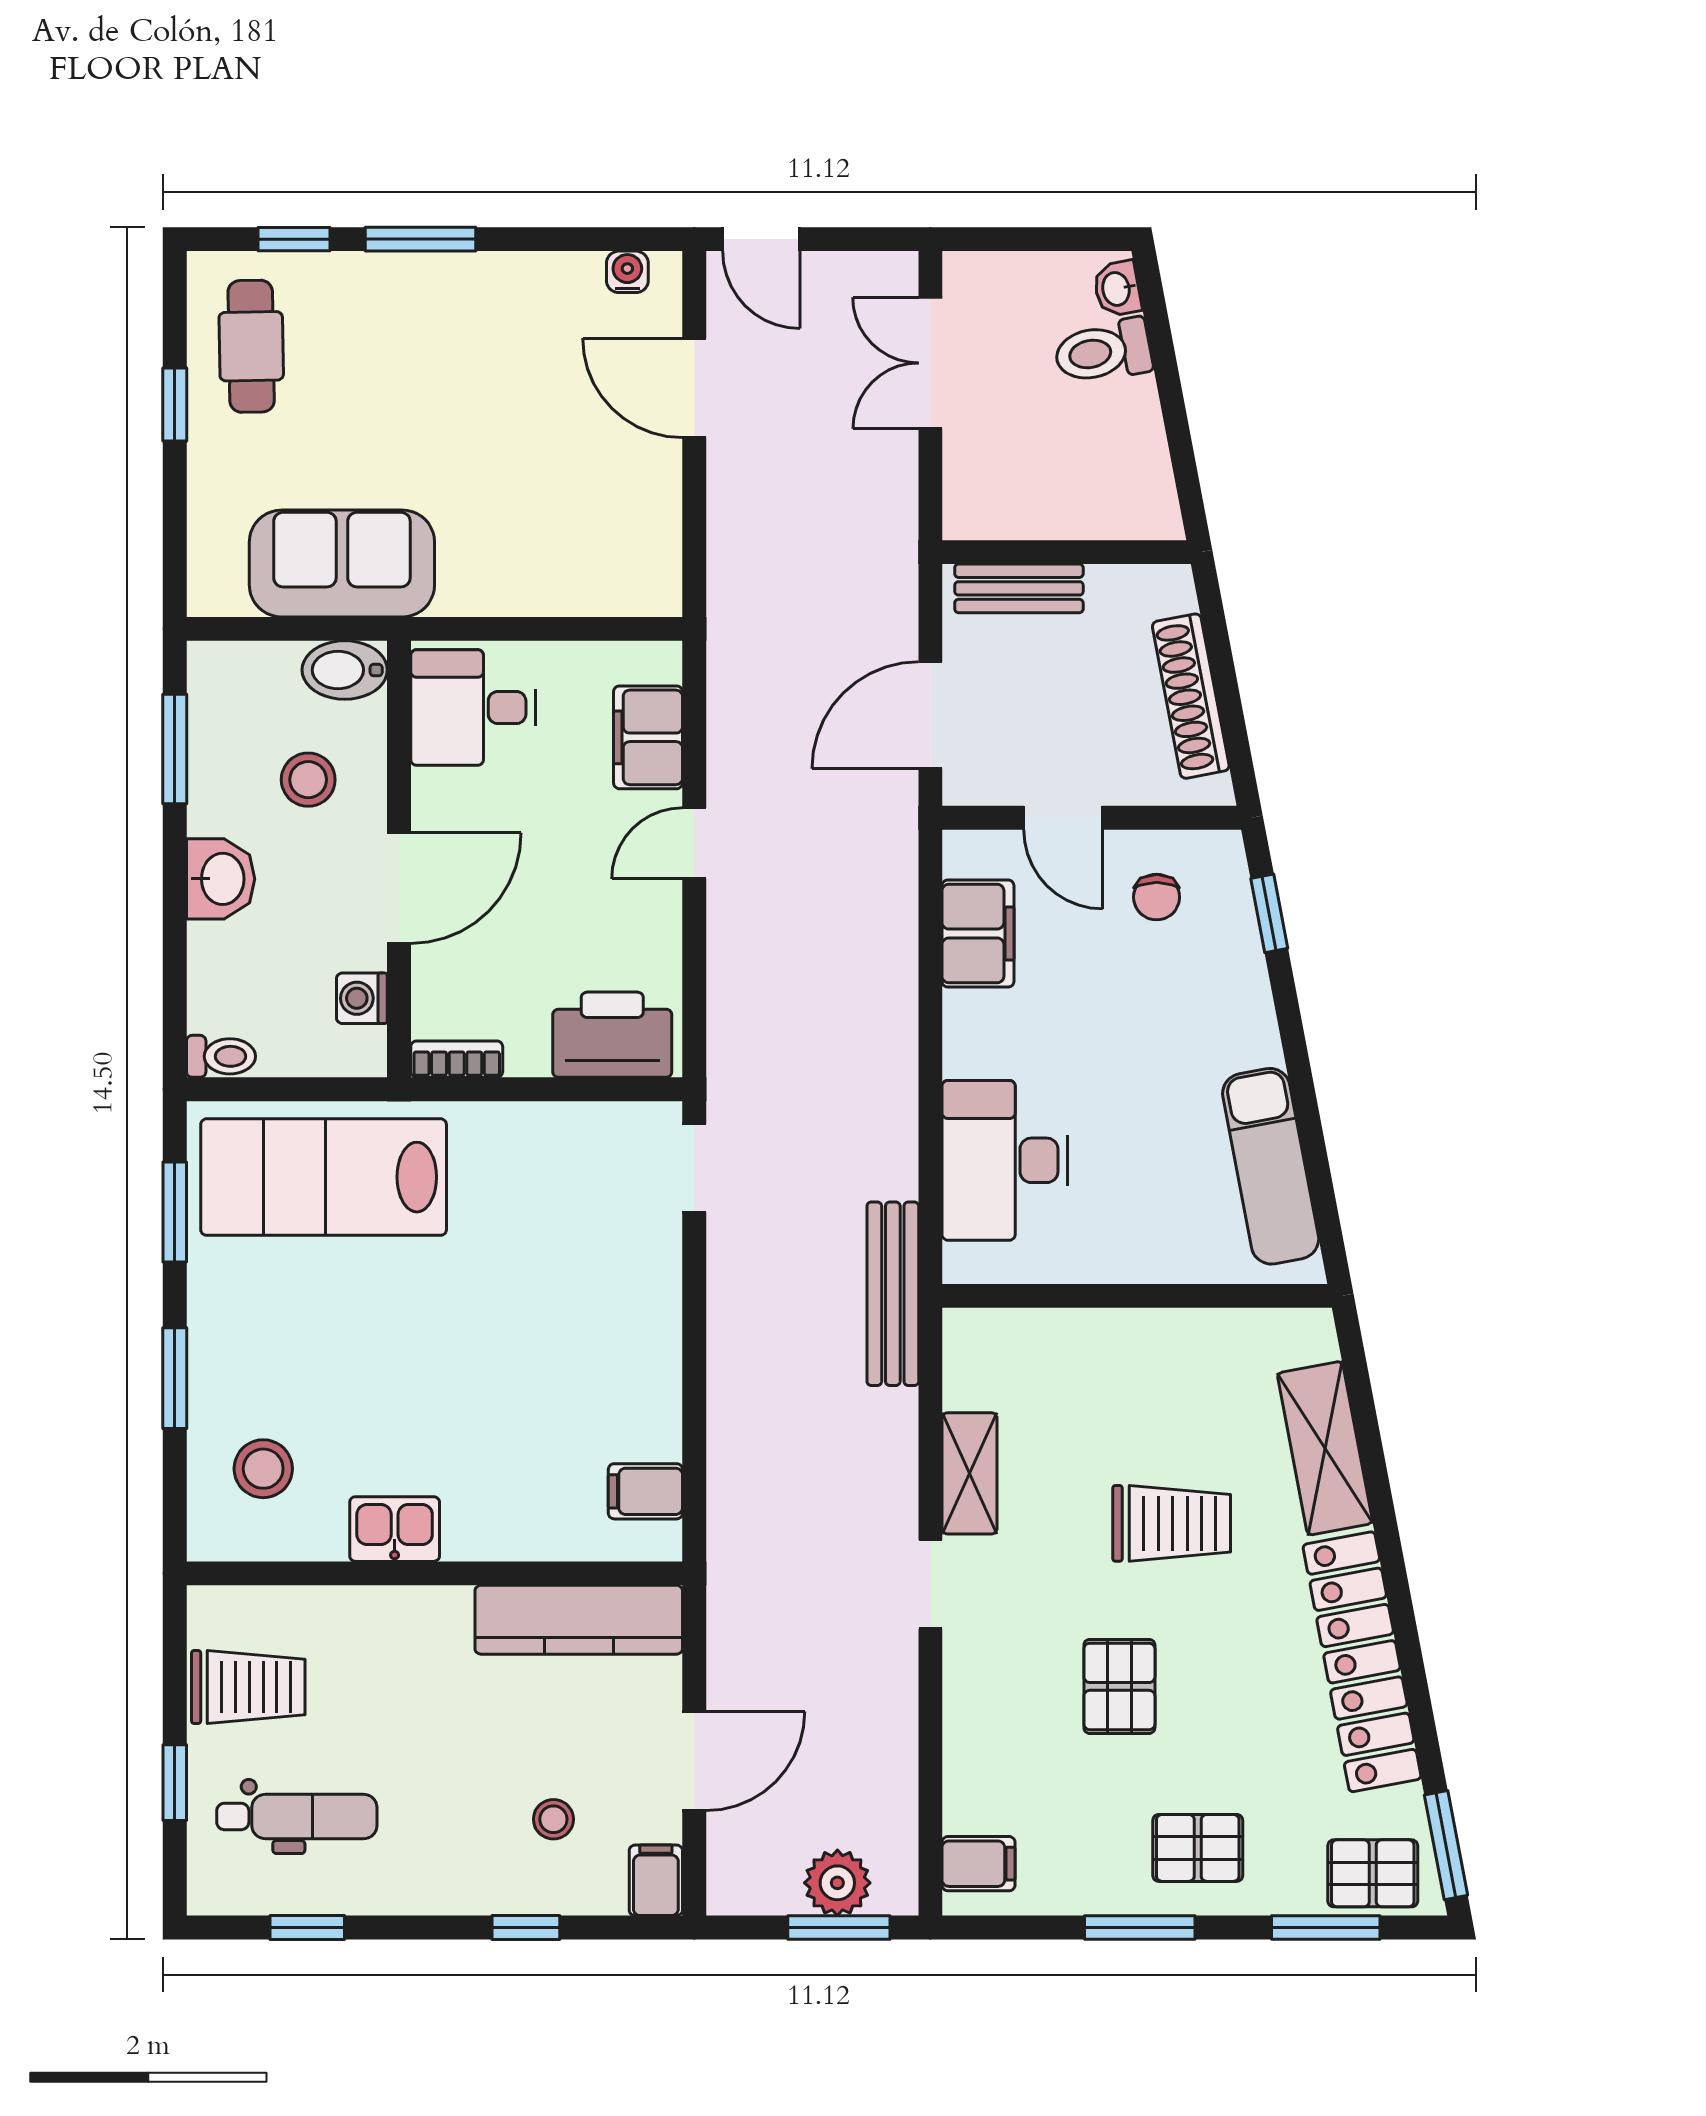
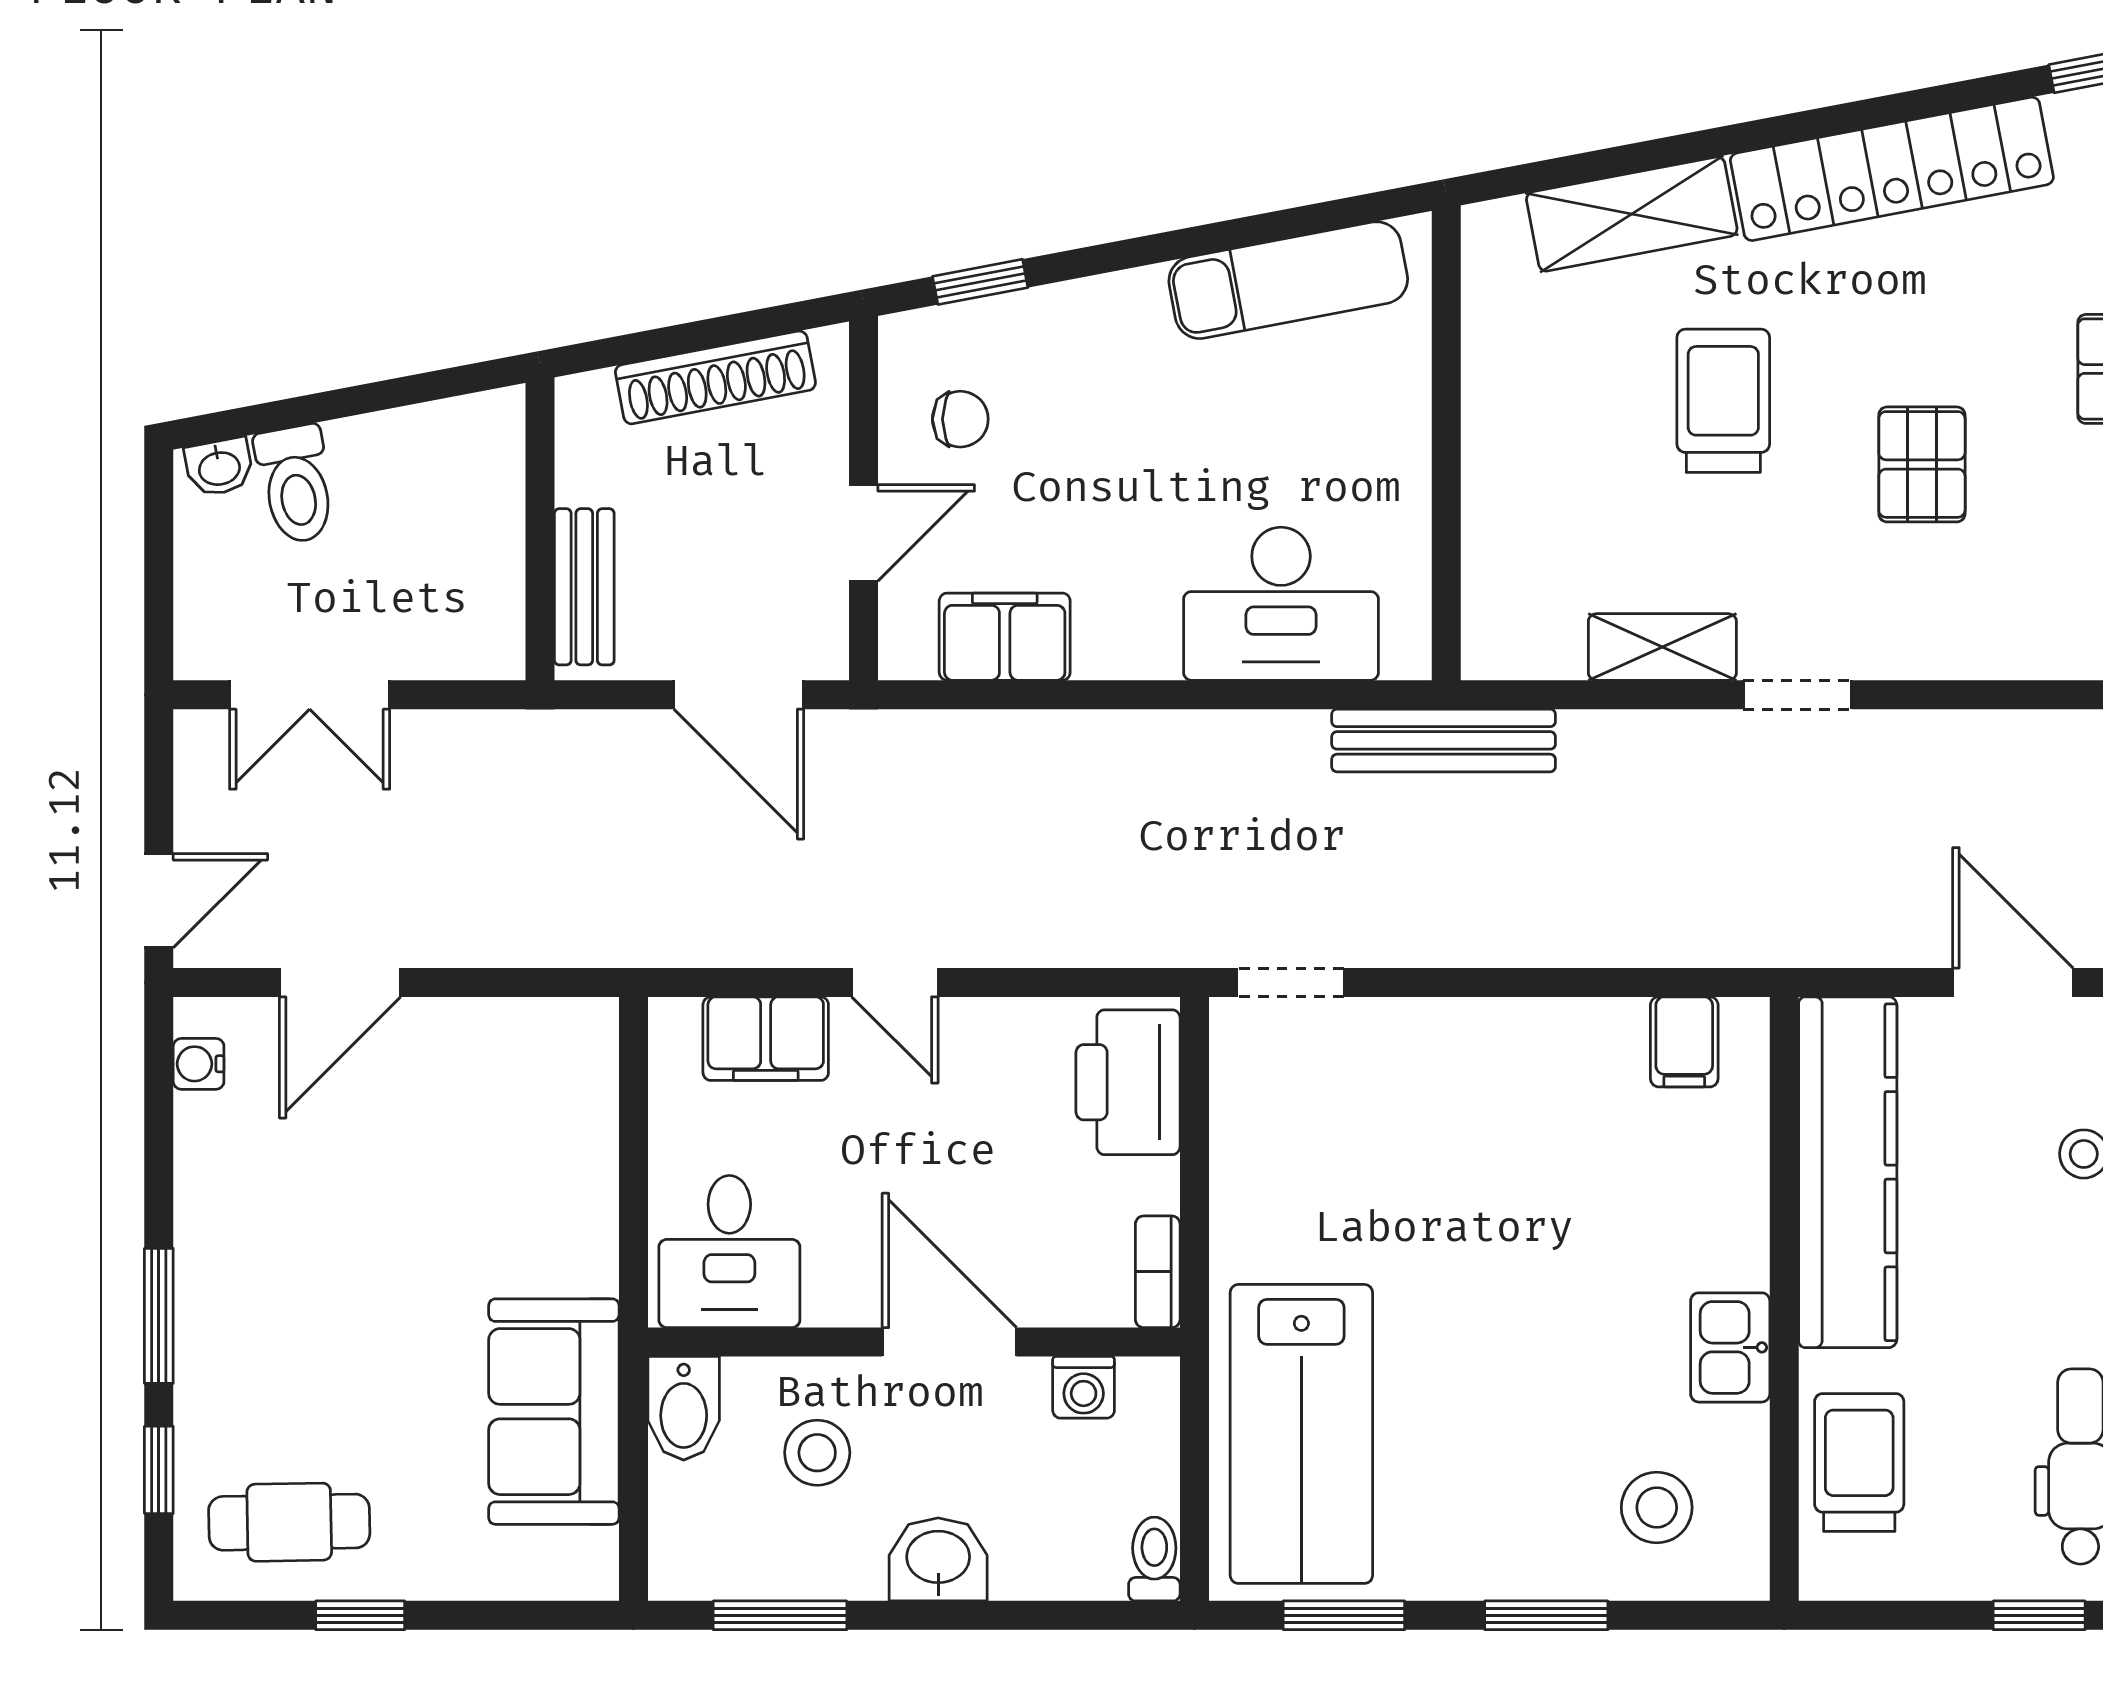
kitchen counter: (579, 1620) -> (1848, 1172), width x1.39, depth x1.17
pallet: (1119, 1686) -> (1922, 464), turned 90
trolley: (248, 1687) -> (1859, 1463), moved

